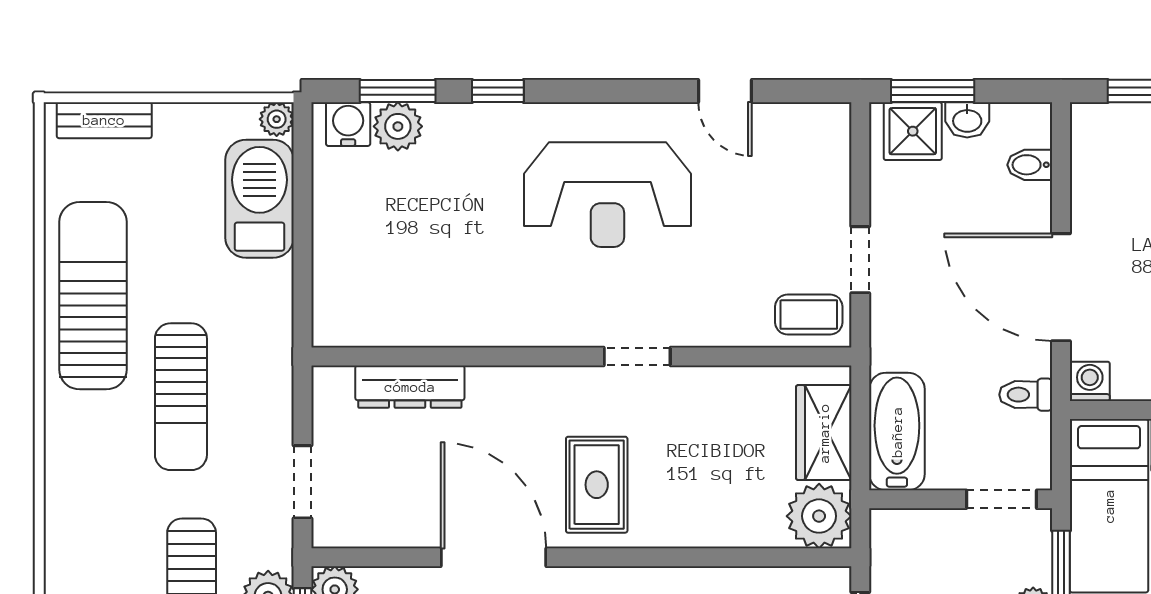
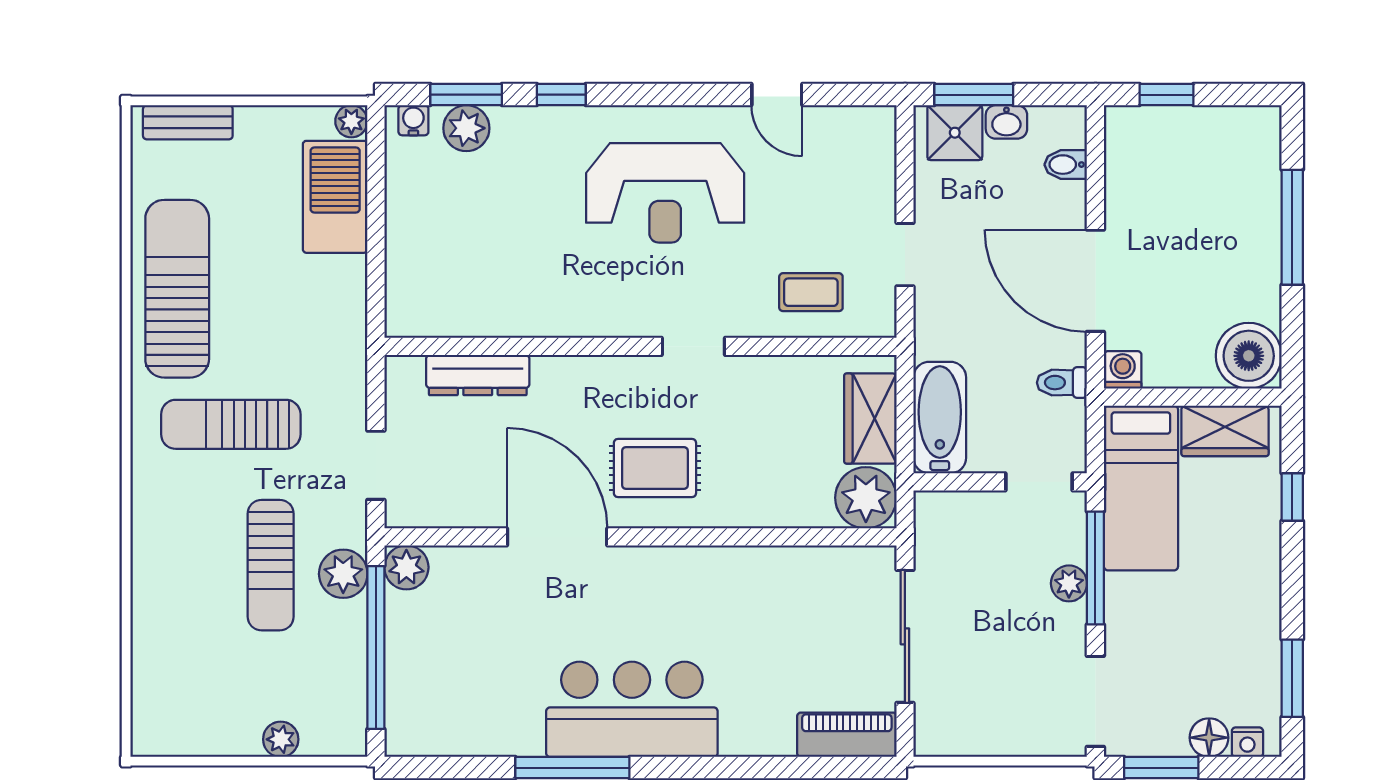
water cooler: (348, 124) -> (413, 120), width x0.72, depth x0.72
coffee table: (809, 314) -> (811, 292), moved
sun lounger: (181, 397) -> (231, 424), moved, turned 90
rug: (597, 485) -> (655, 468), turned 90

